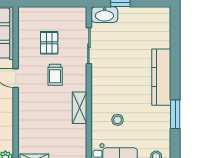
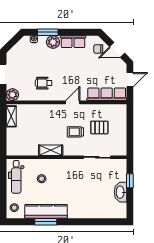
washbasin: (104, 15) -> (120, 192), moved
kitchen counter: (161, 77) -> (46, 211), moved

